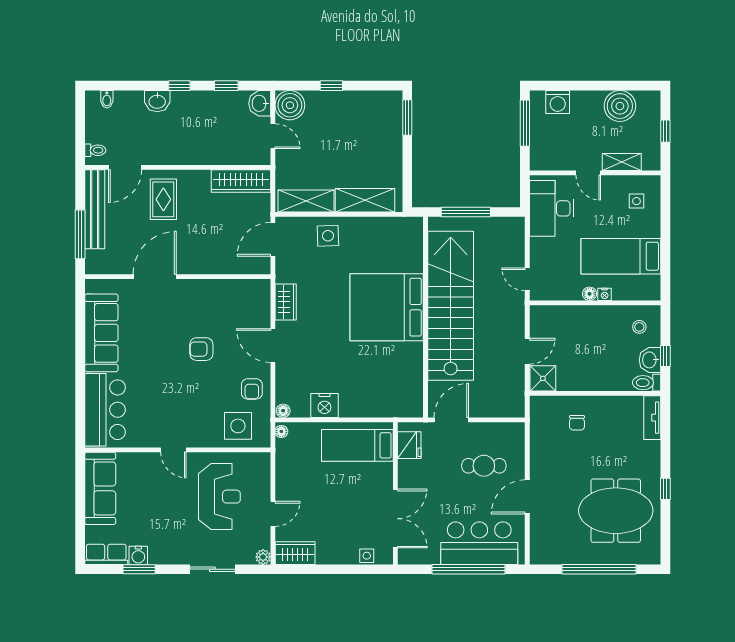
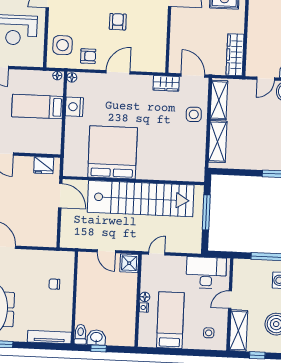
shelving: (622, 162) -> (238, 331), width x1.50, depth x1.33
wardrobe: (286, 302) -> (166, 83), moved
bed: (387, 307) -> (113, 152), moved
stool: (639, 327) -> (120, 331), removed
shower: (543, 378) -> (129, 263), moved
armchair: (252, 389) -> (88, 56), turned 180
tv unit: (652, 418) -> (49, 337), width x1.41
bed: (357, 445) -> (37, 107), moved, turned -90
cafe table: (484, 466) -> (27, 217), removed

